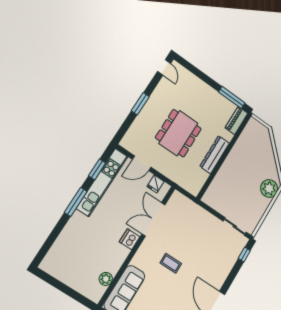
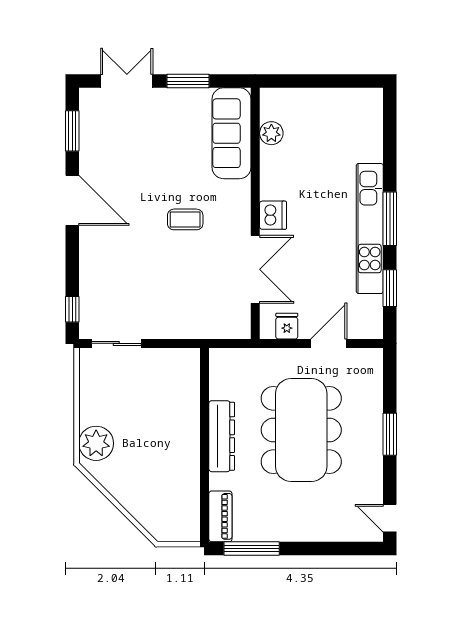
dining table: (178, 133) -> (301, 430), width x1.36, depth x1.24
kitchen unit: (102, 182) -> (370, 229), moved

